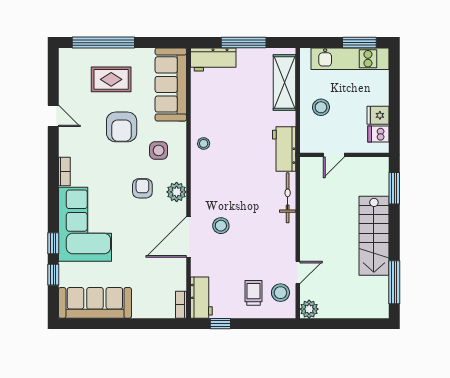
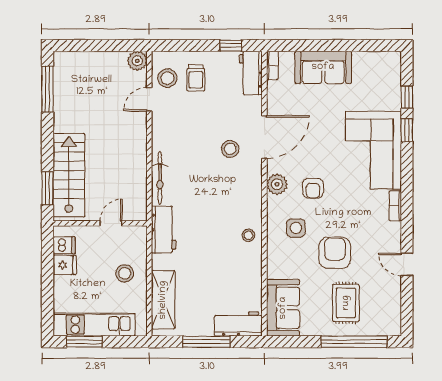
rug: (111, 79) -> (346, 303), turned 90
sofa: (171, 84) -> (283, 308), width x0.73
stairs: (374, 236) -> (69, 175), moved
sofa: (95, 303) -> (323, 67), moved, width x0.73

